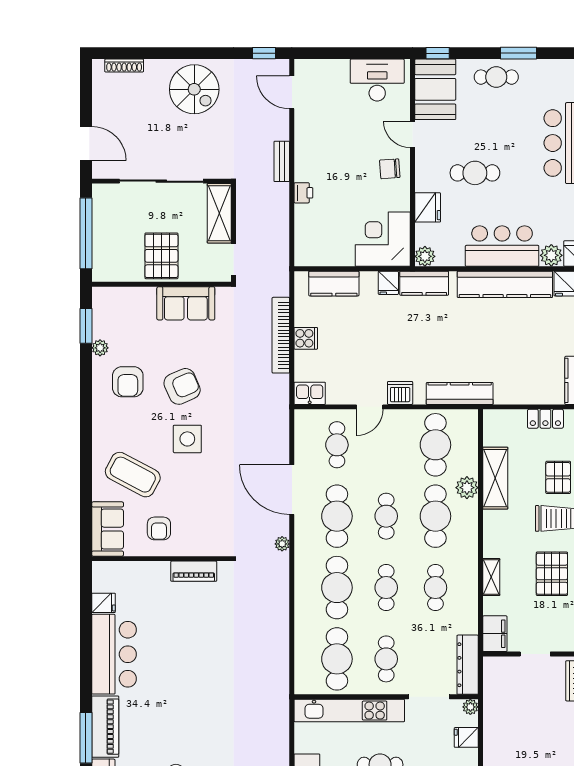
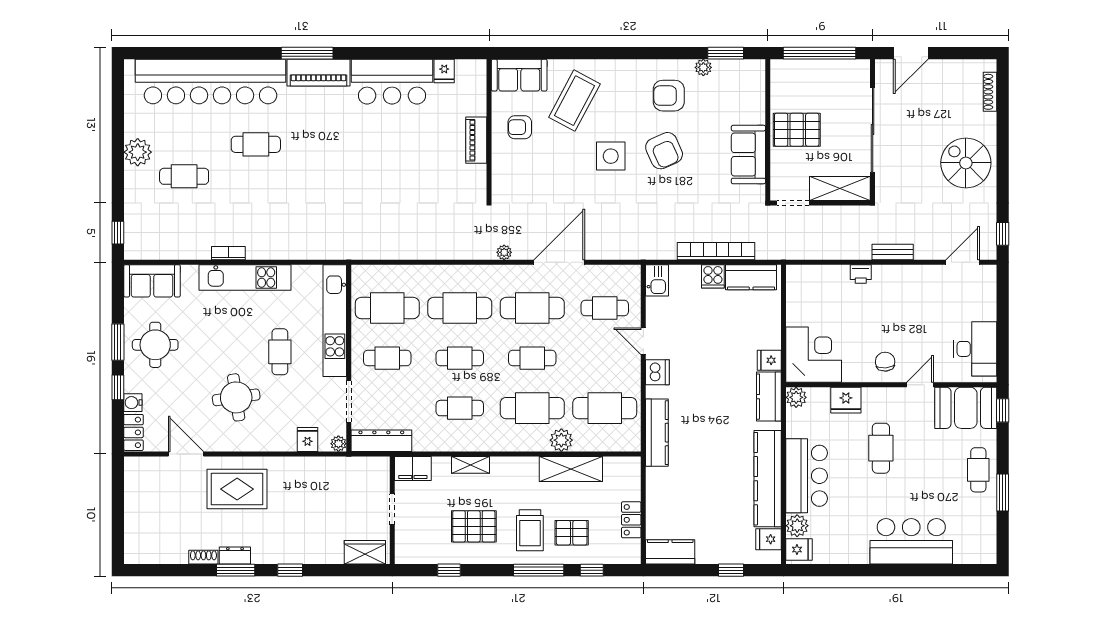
spiral stairs: (194, 89) -> (966, 163), turned 90
kitchen counter: (334, 284) -> (751, 277), moved, turned -90
piano: (194, 571) -> (476, 140), moved

